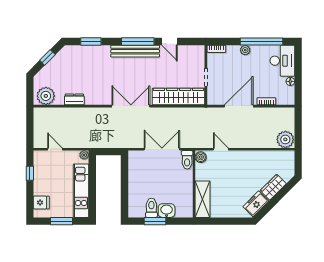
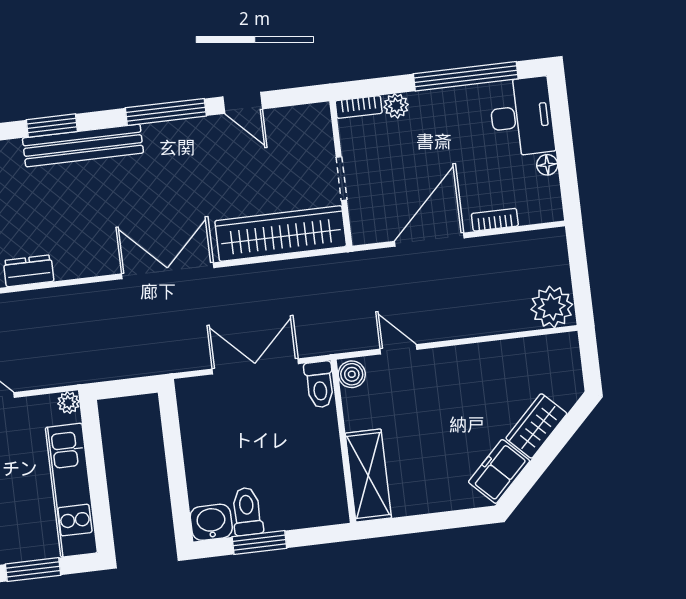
plant: (245, 50) -> (396, 106), moved
bench: (135, 51) -> (83, 146), moved
washbasin: (167, 211) -> (211, 522), moved

